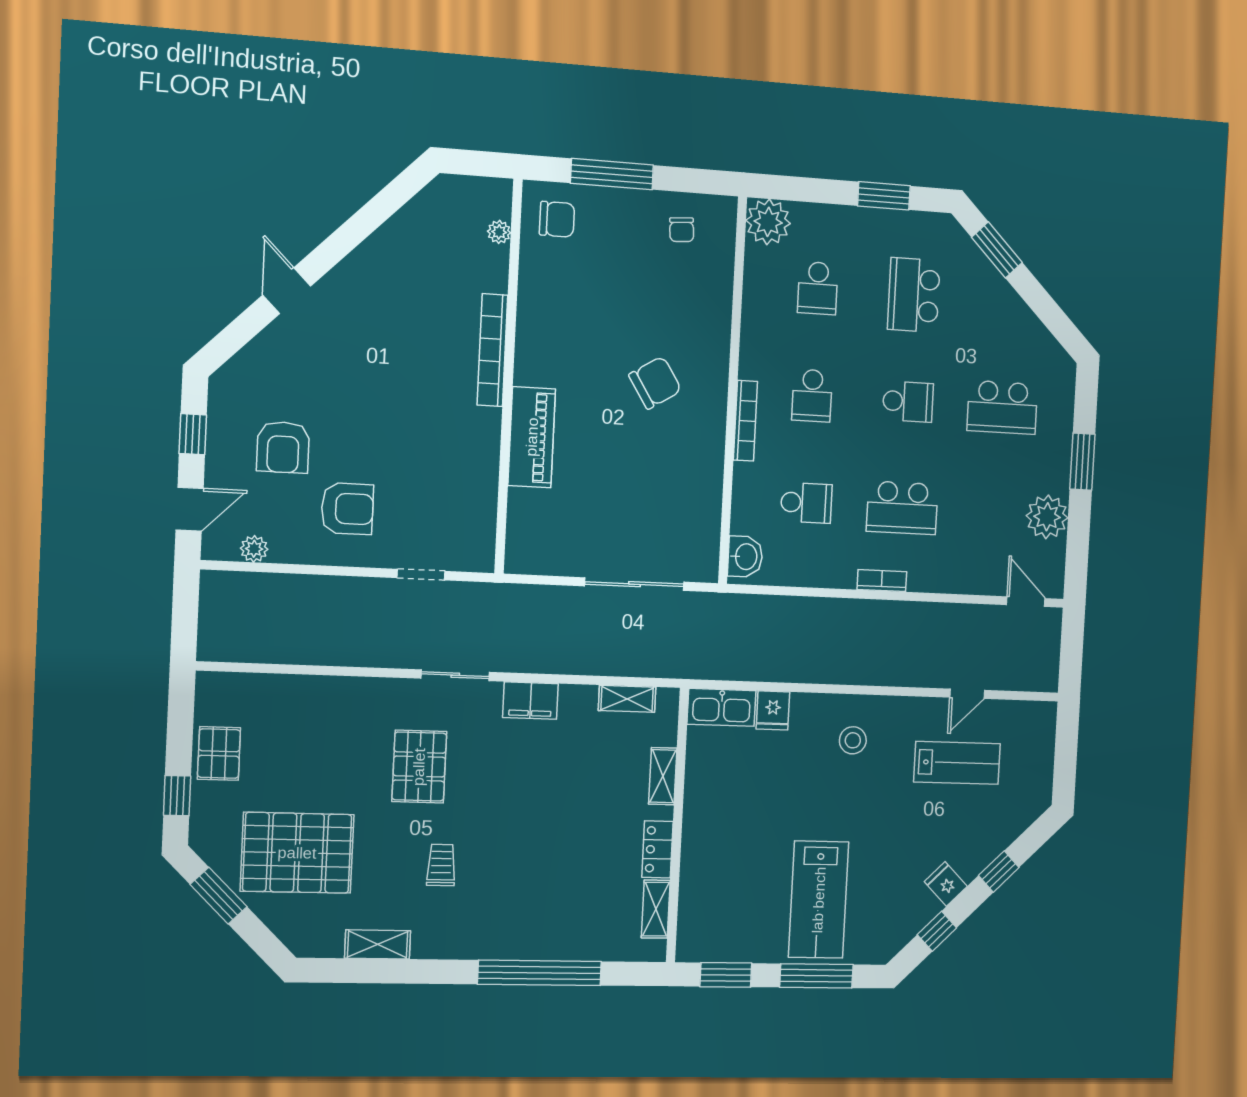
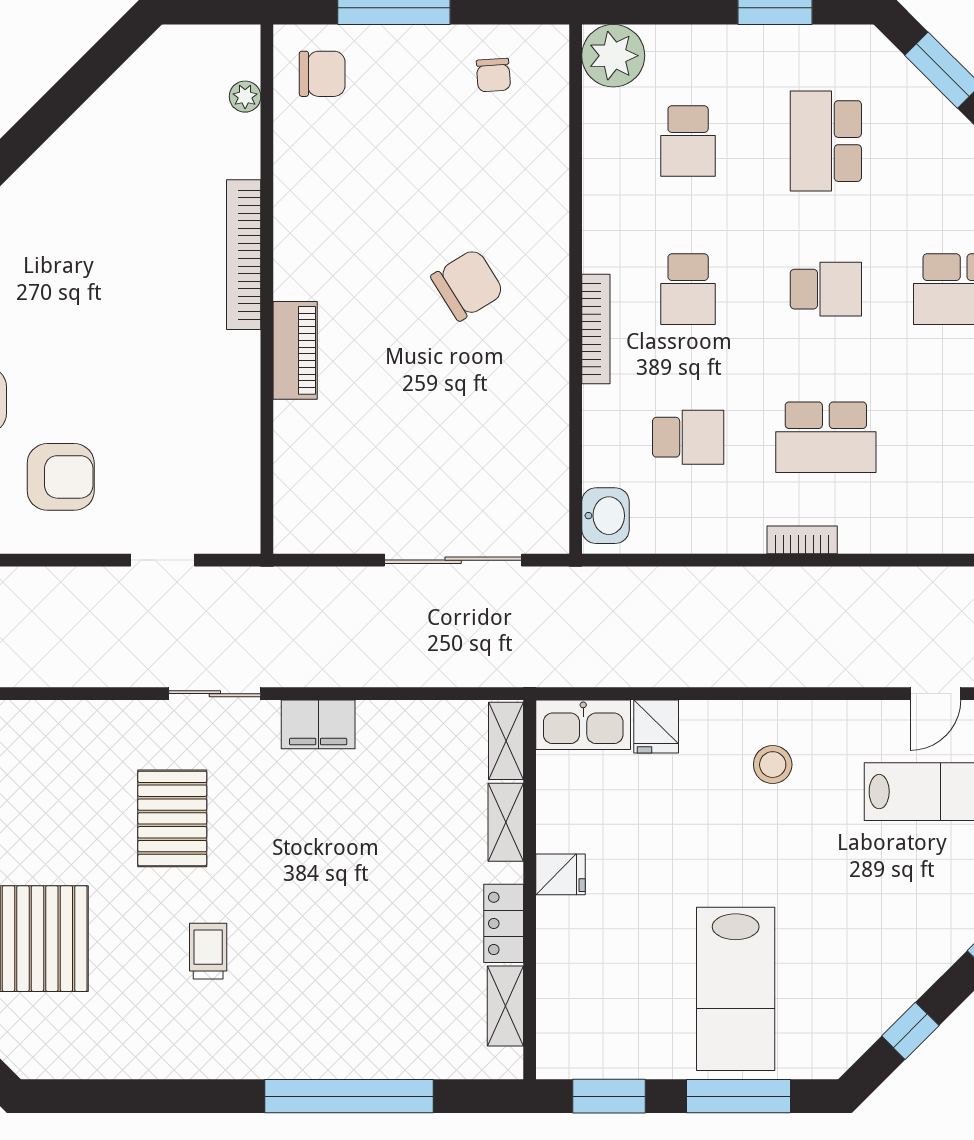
piano: (532, 437) -> (295, 350), width x0.73, depth x0.75
shelving: (627, 699) -> (506, 741), moved, turned 90
fridge: (946, 884) -> (561, 874), moved, turned 135
shelving: (378, 944) -> (128, 1060), removed

